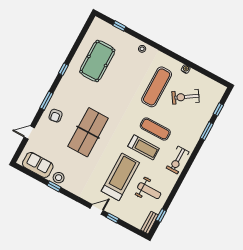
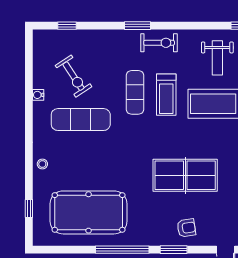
pool table: (97, 61) -> (89, 212), width x1.36, depth x1.32
window: (63, 69) -> (122, 250), width x3.17
window: (207, 131) -> (138, 26), moved
treadmill: (144, 147) -> (166, 95), turned 180
weight bench: (149, 191) -> (217, 58), turned 180

